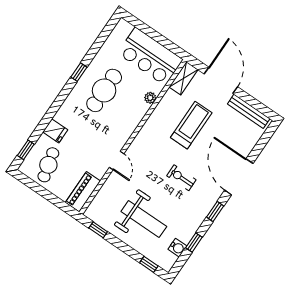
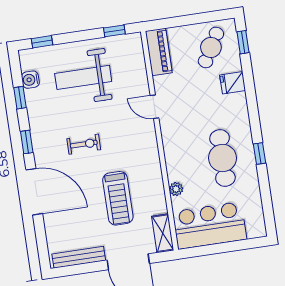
cafe table: (48, 165) -> (211, 47), turned 44

